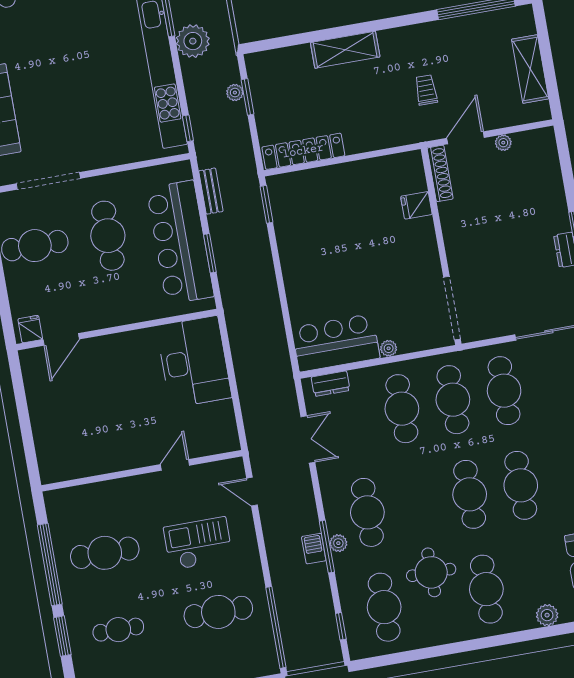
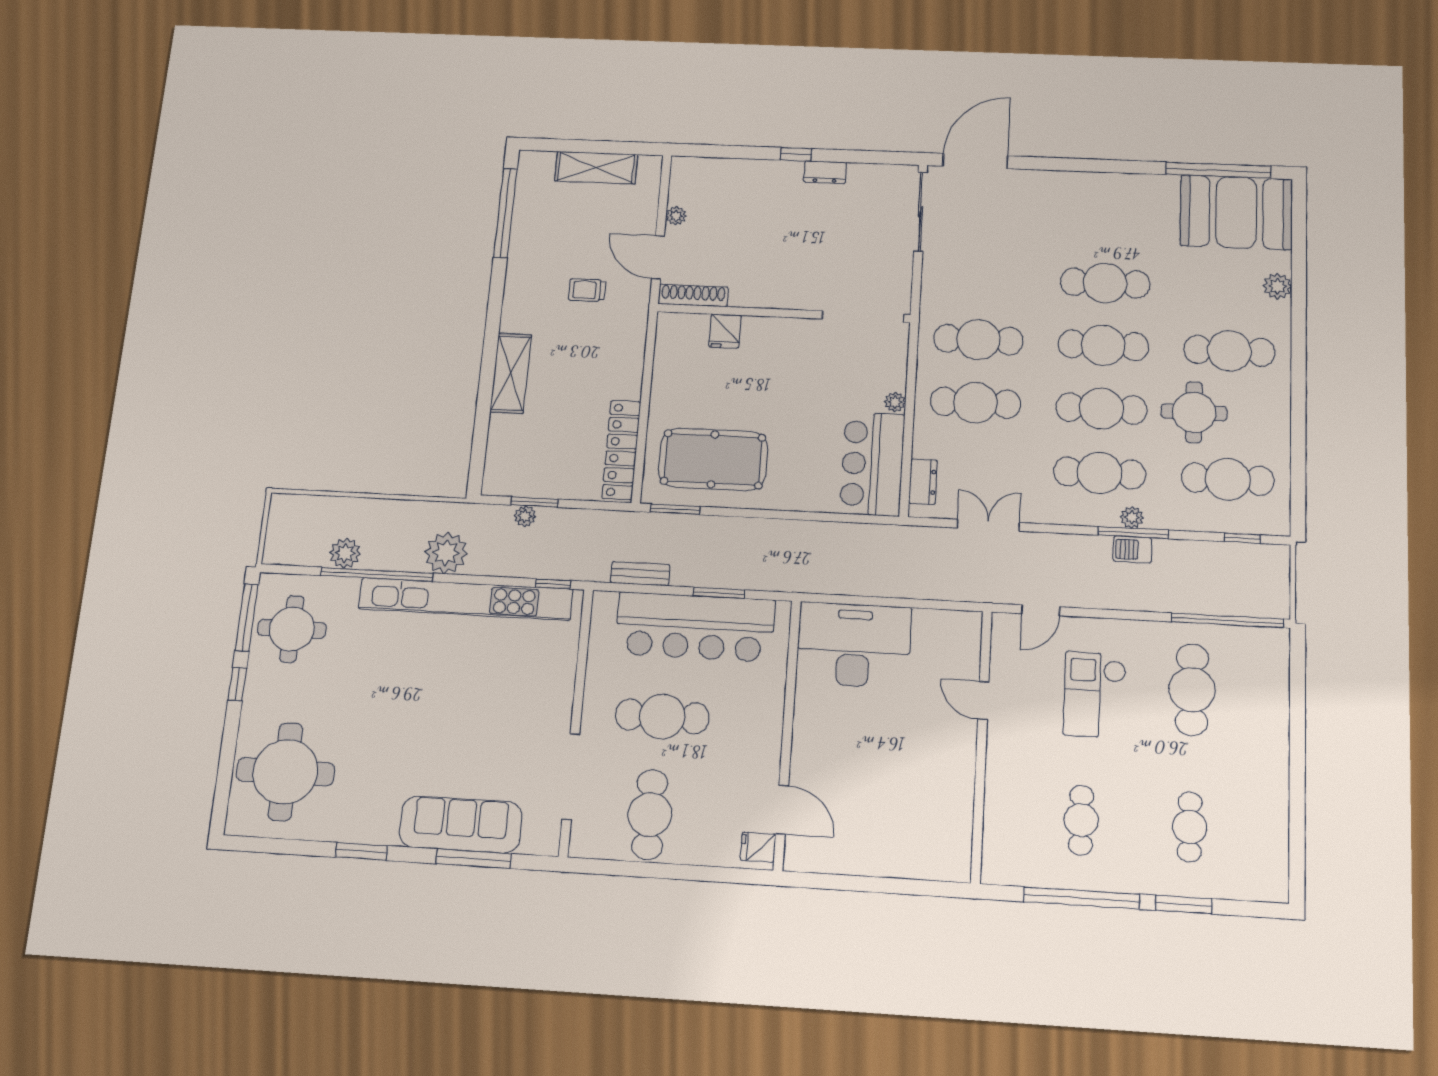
pool table: (312, 223) -> (713, 459), added
cafe table: (504, 391) -> (1101, 409), moved
cafe table: (105, 553) -> (1081, 820), width x0.73, depth x0.74

